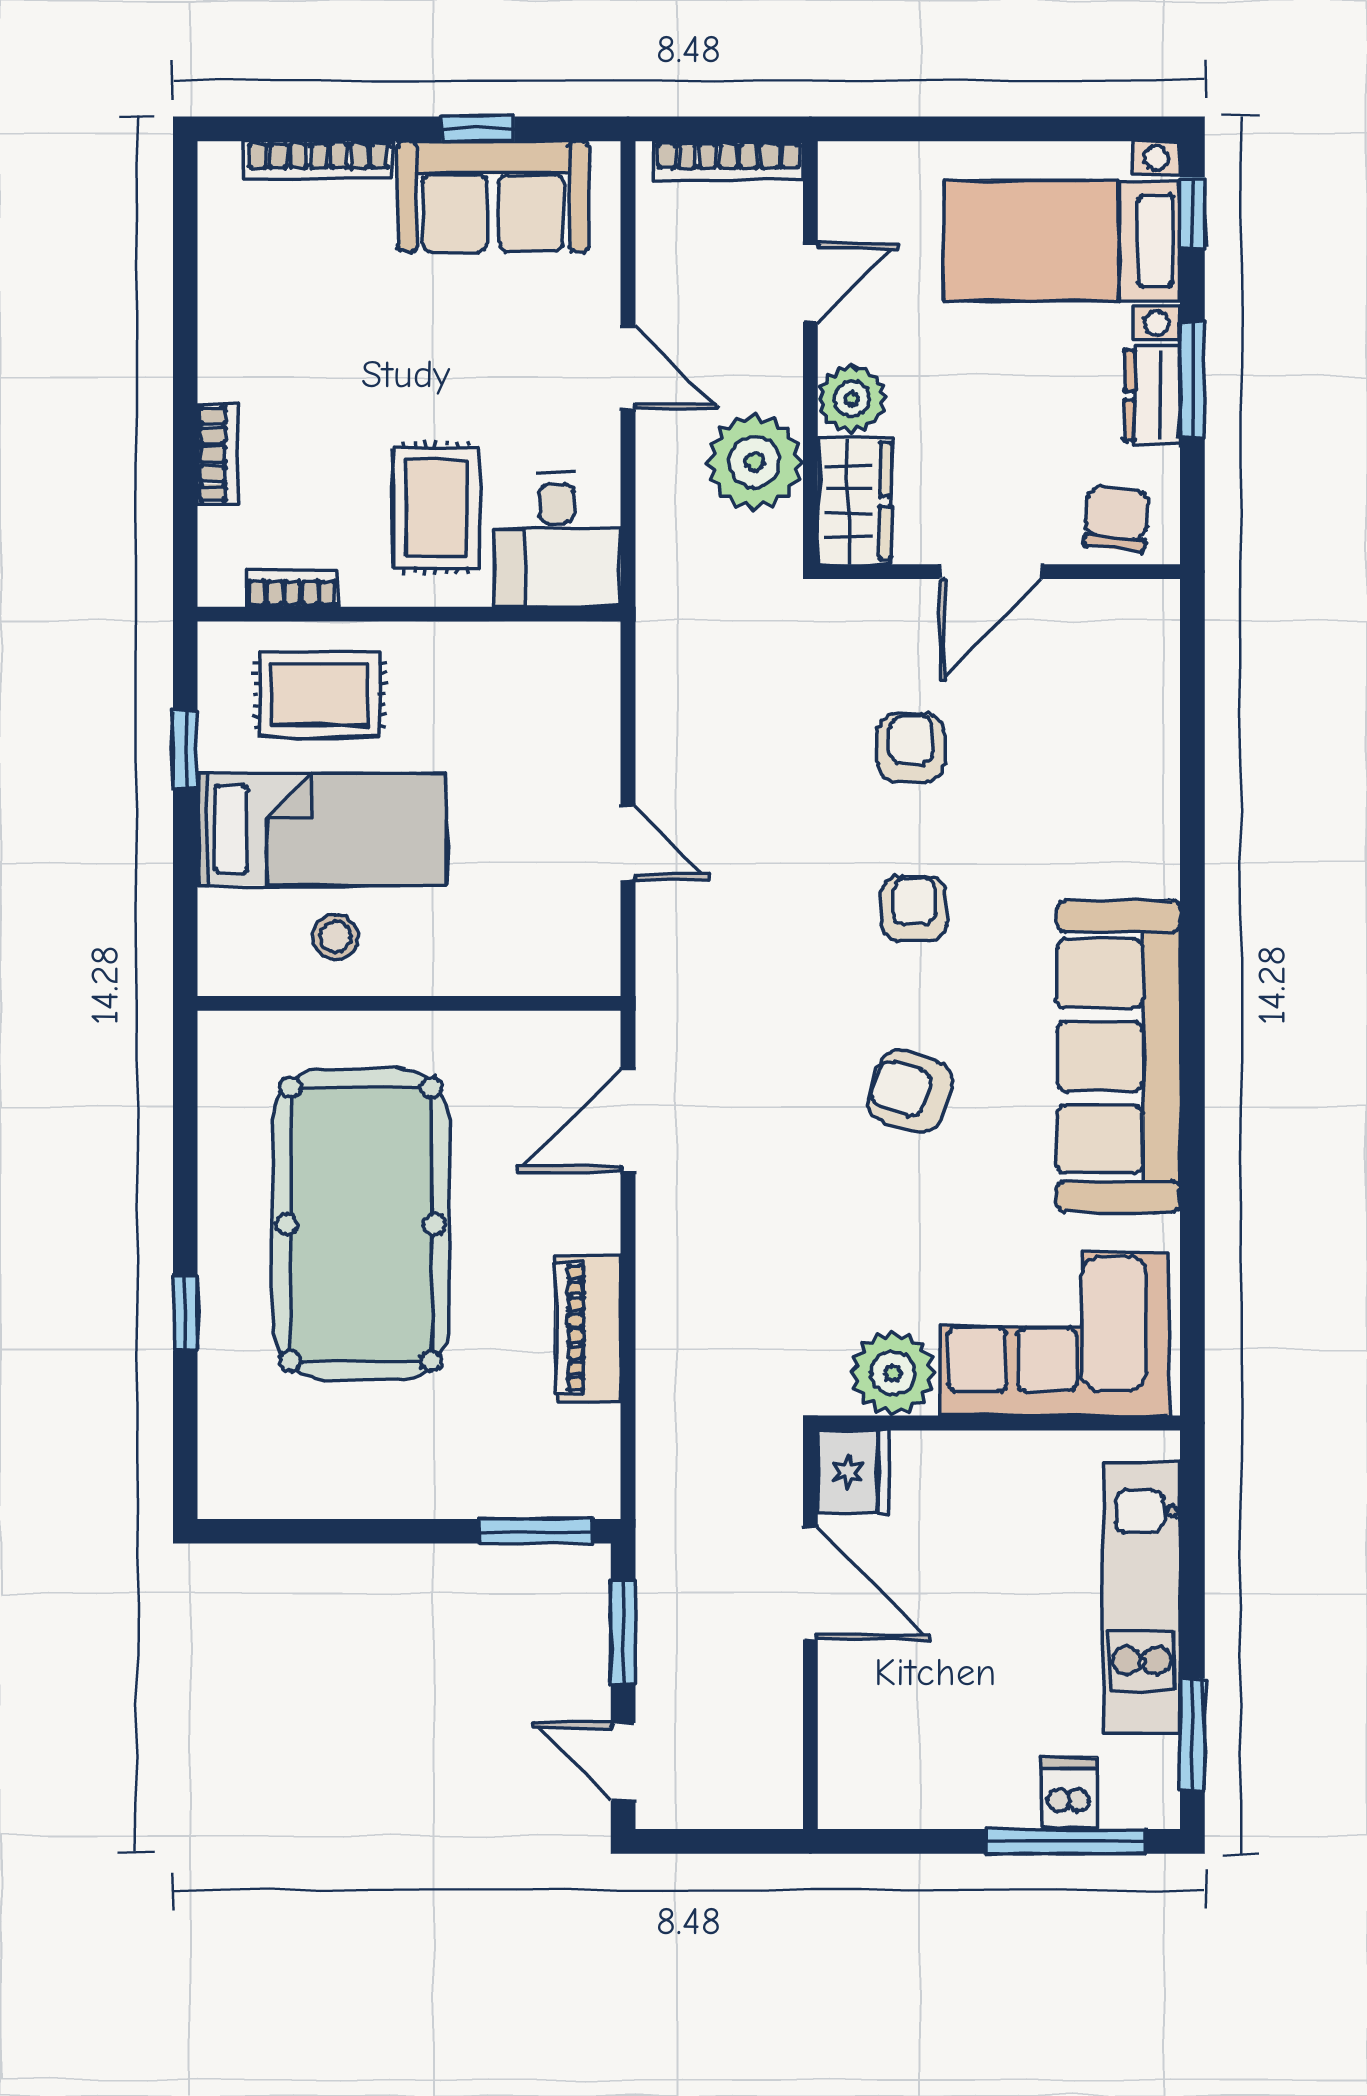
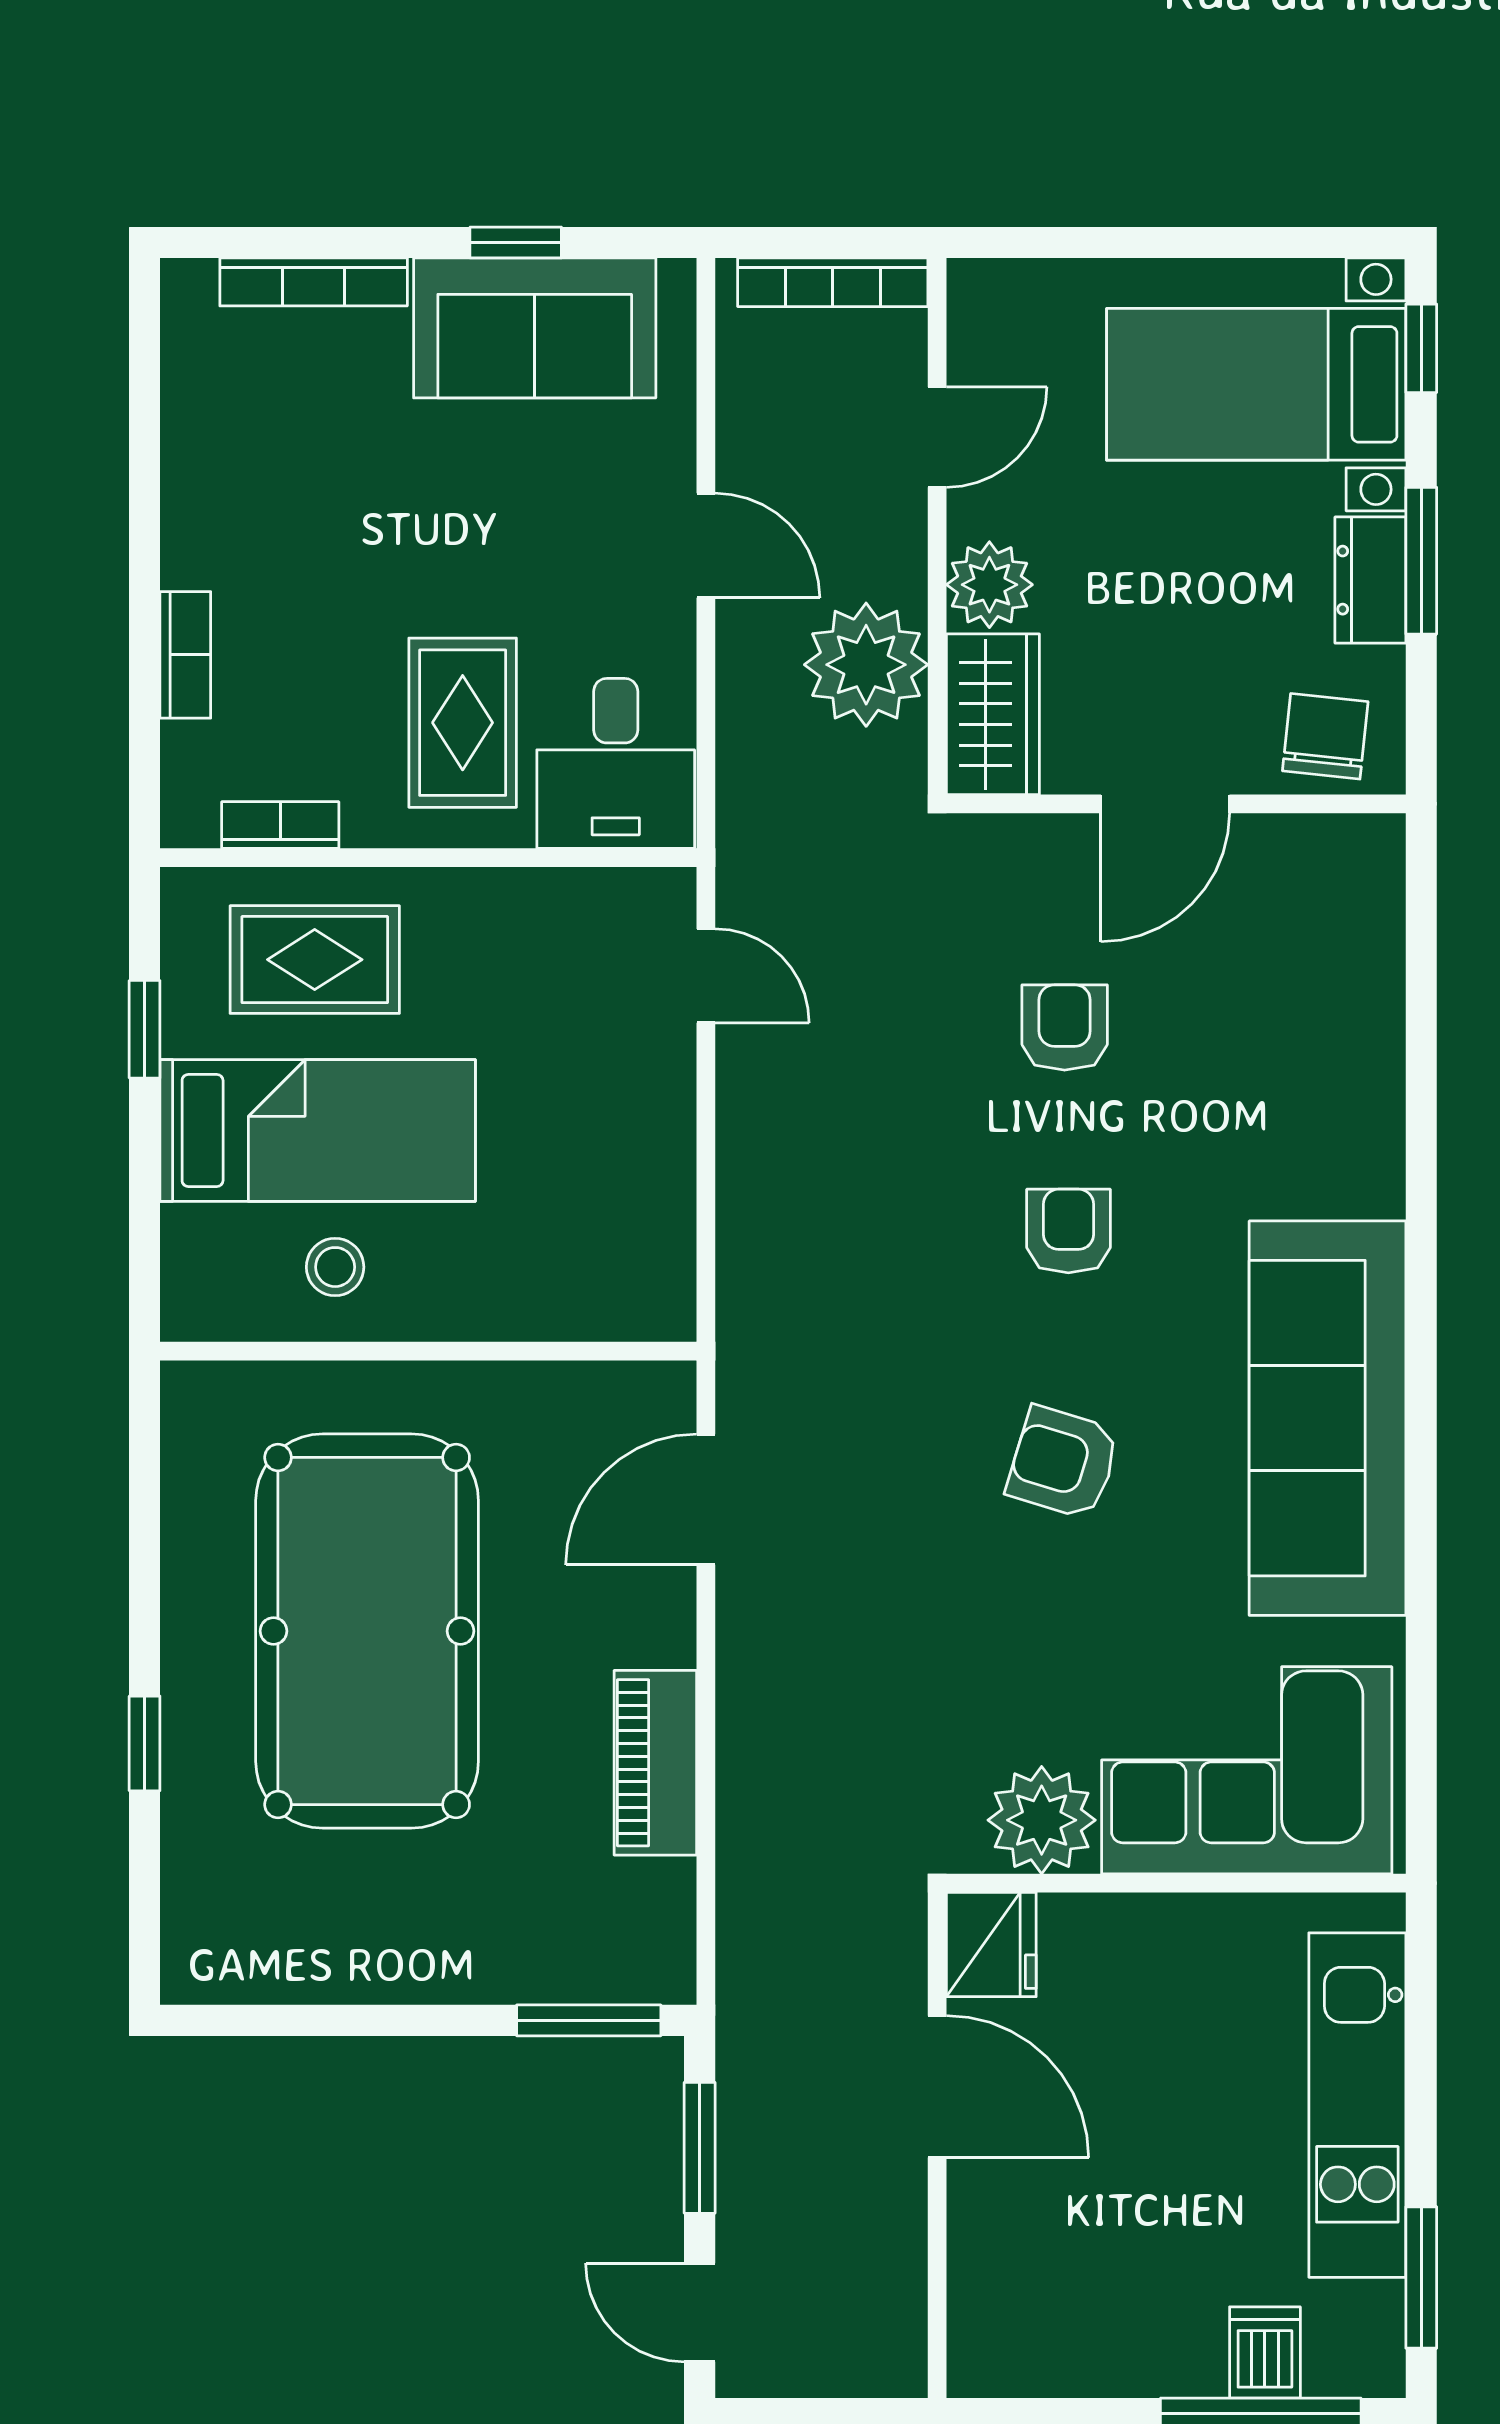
door: (628, 843) -> (706, 976), moved

